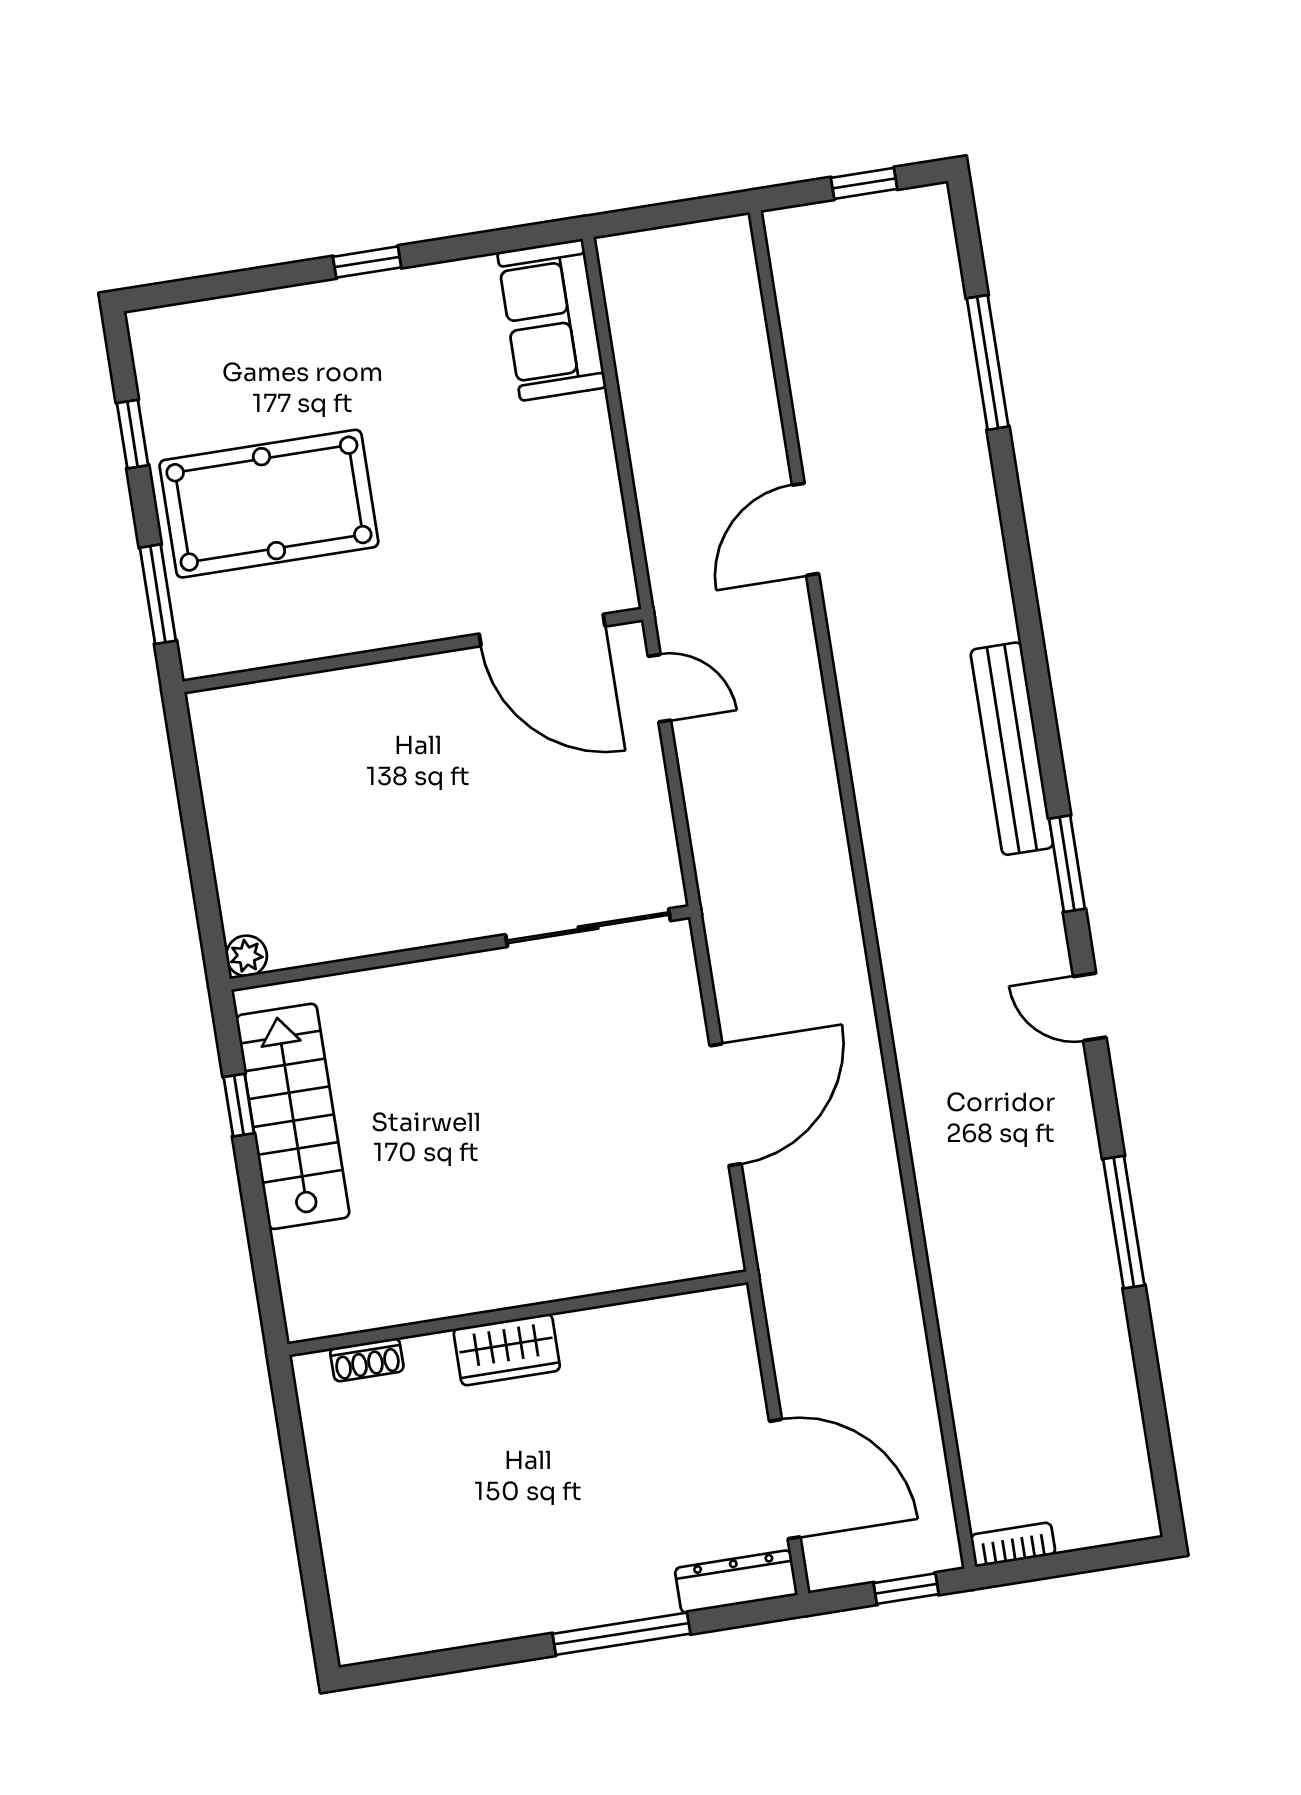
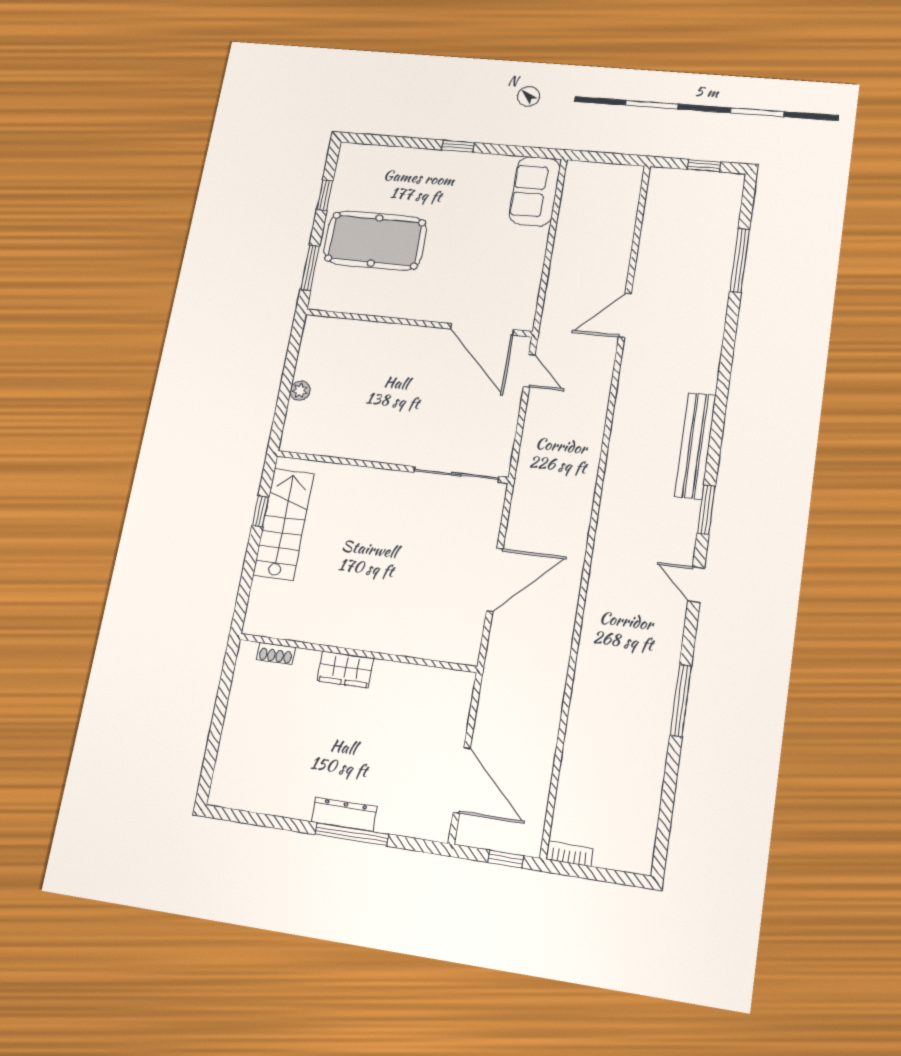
plant: (246, 956) -> (300, 391), moved
dresser: (736, 1582) -> (344, 814), moved

